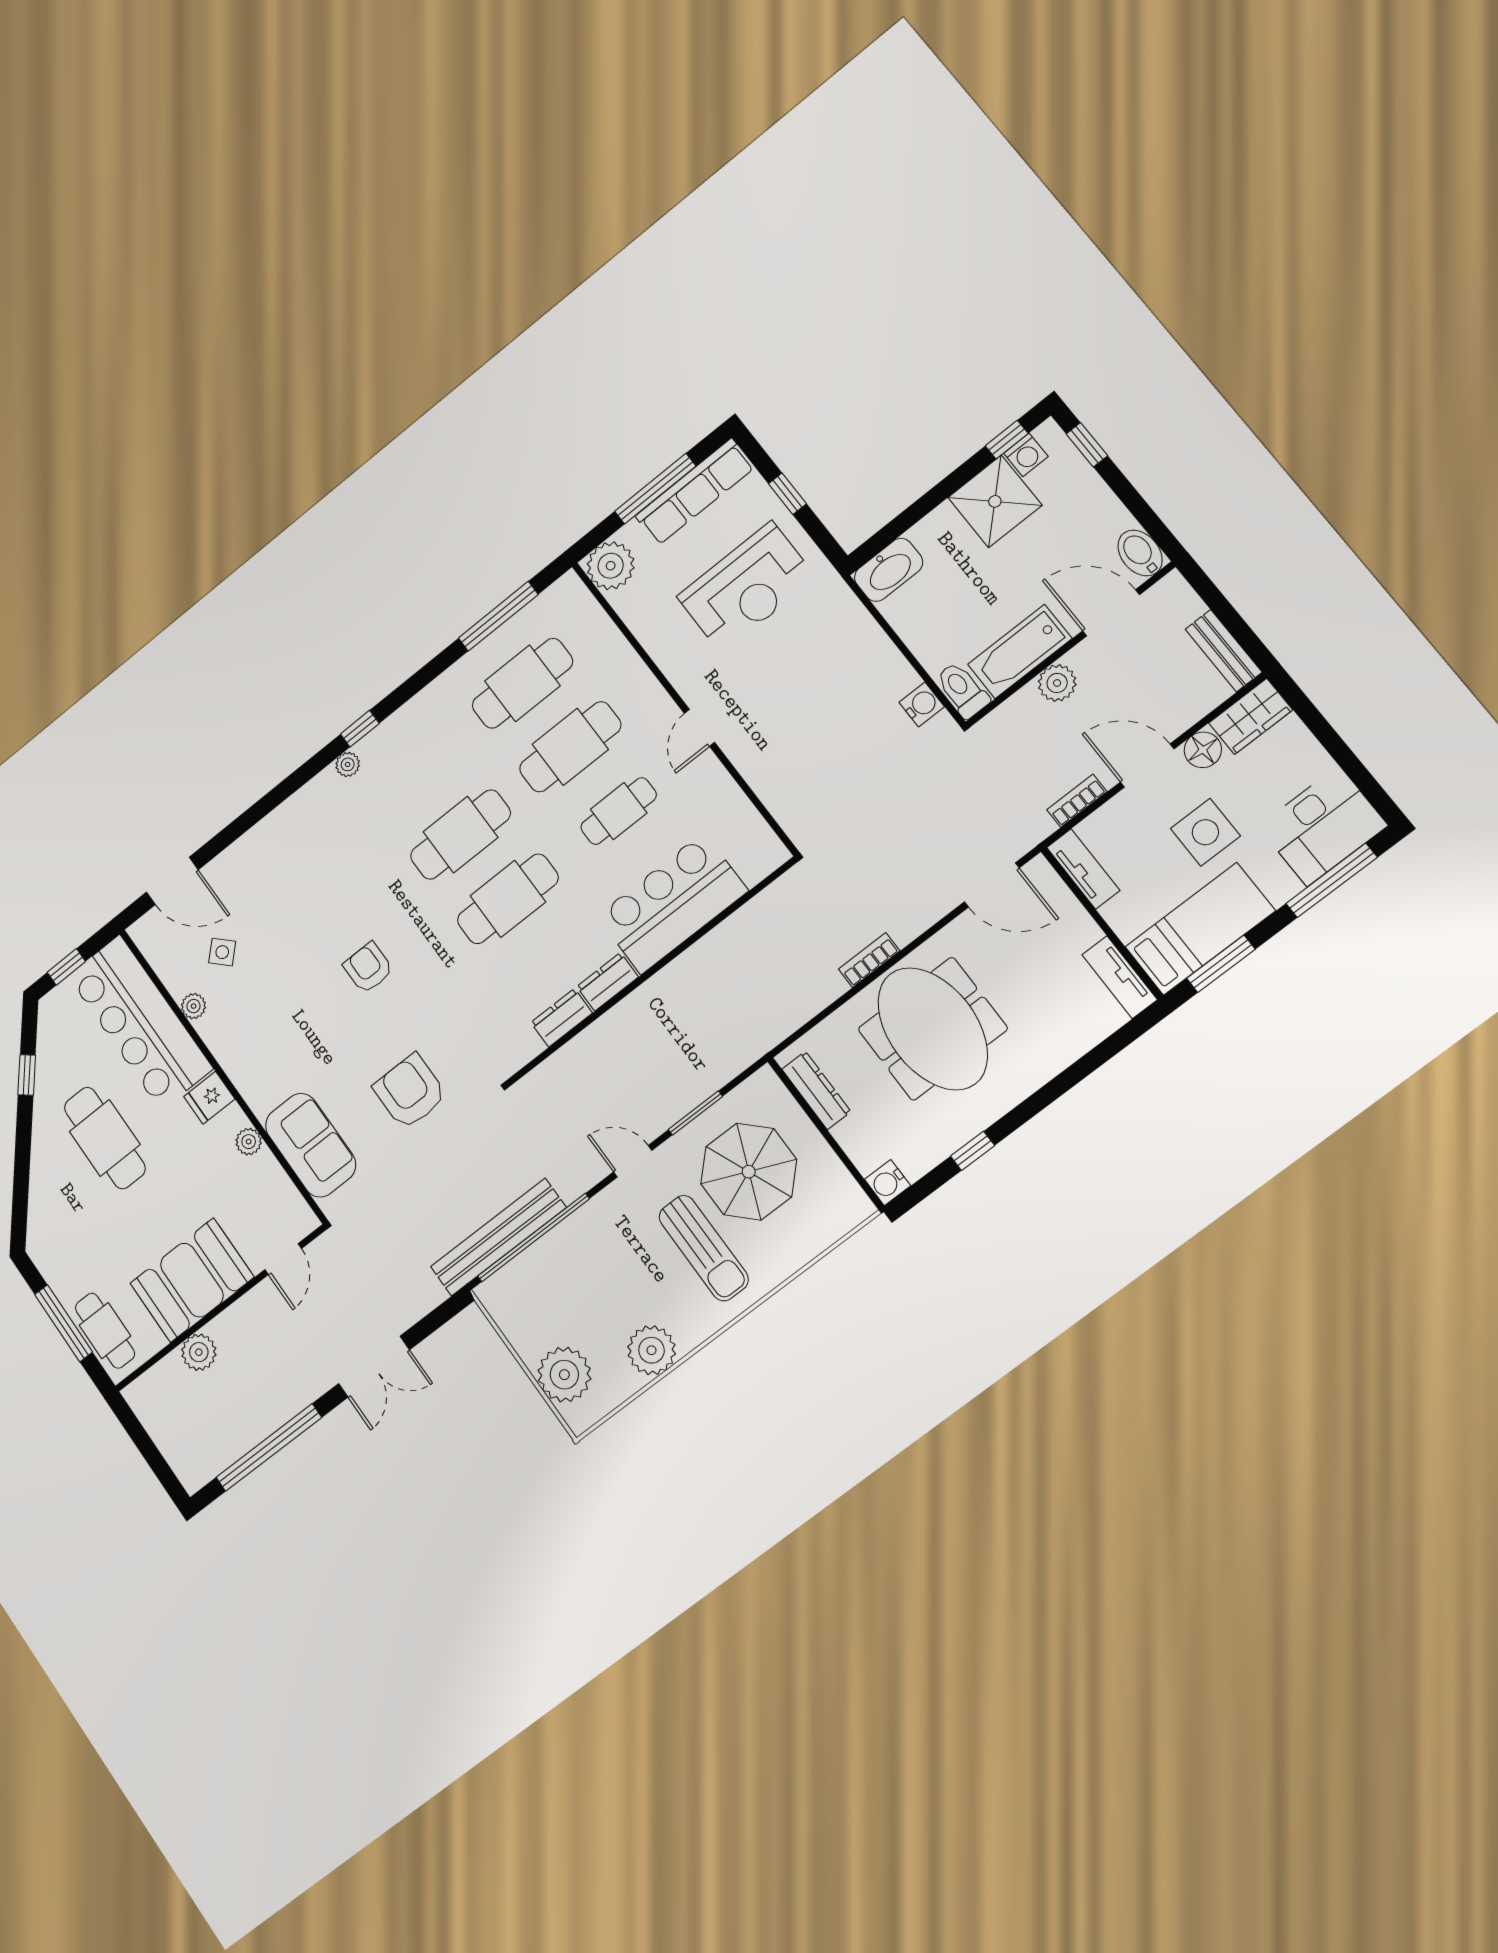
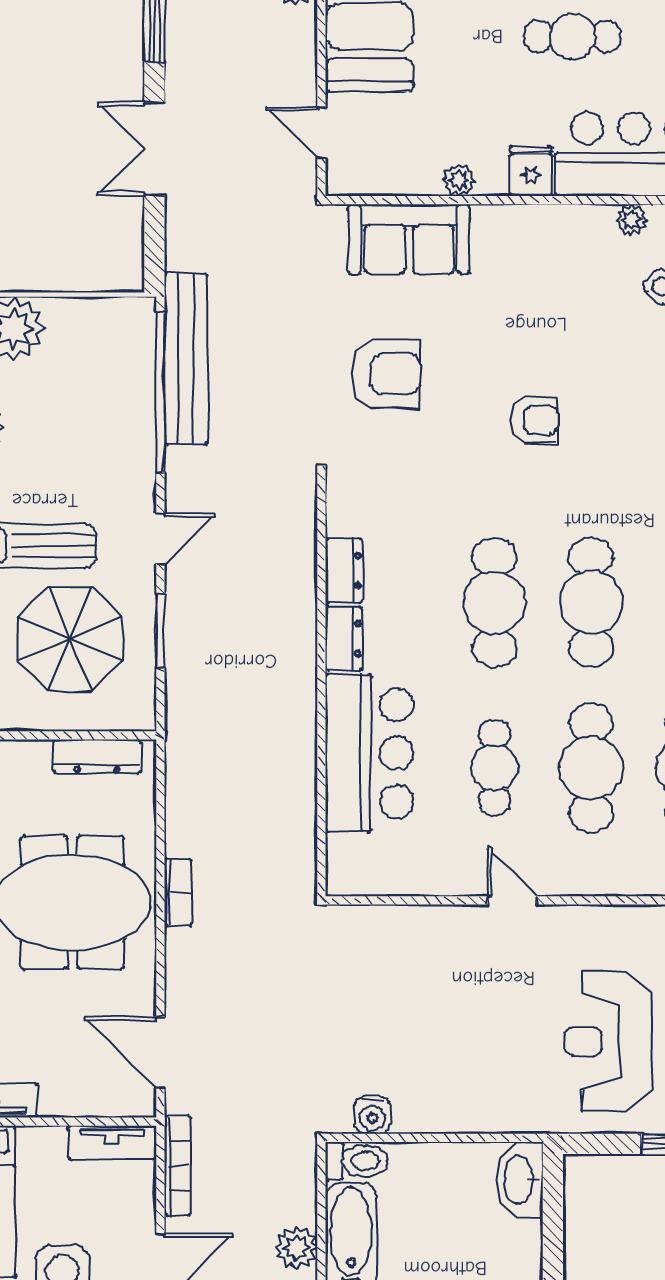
bookcase: (1077, 801) -> (177, 1166), width x1.56
door: (992, 885) -> (160, 1052), hinge flipped
cafe table: (105, 1138) -> (572, 36), width x0.73, depth x0.74

